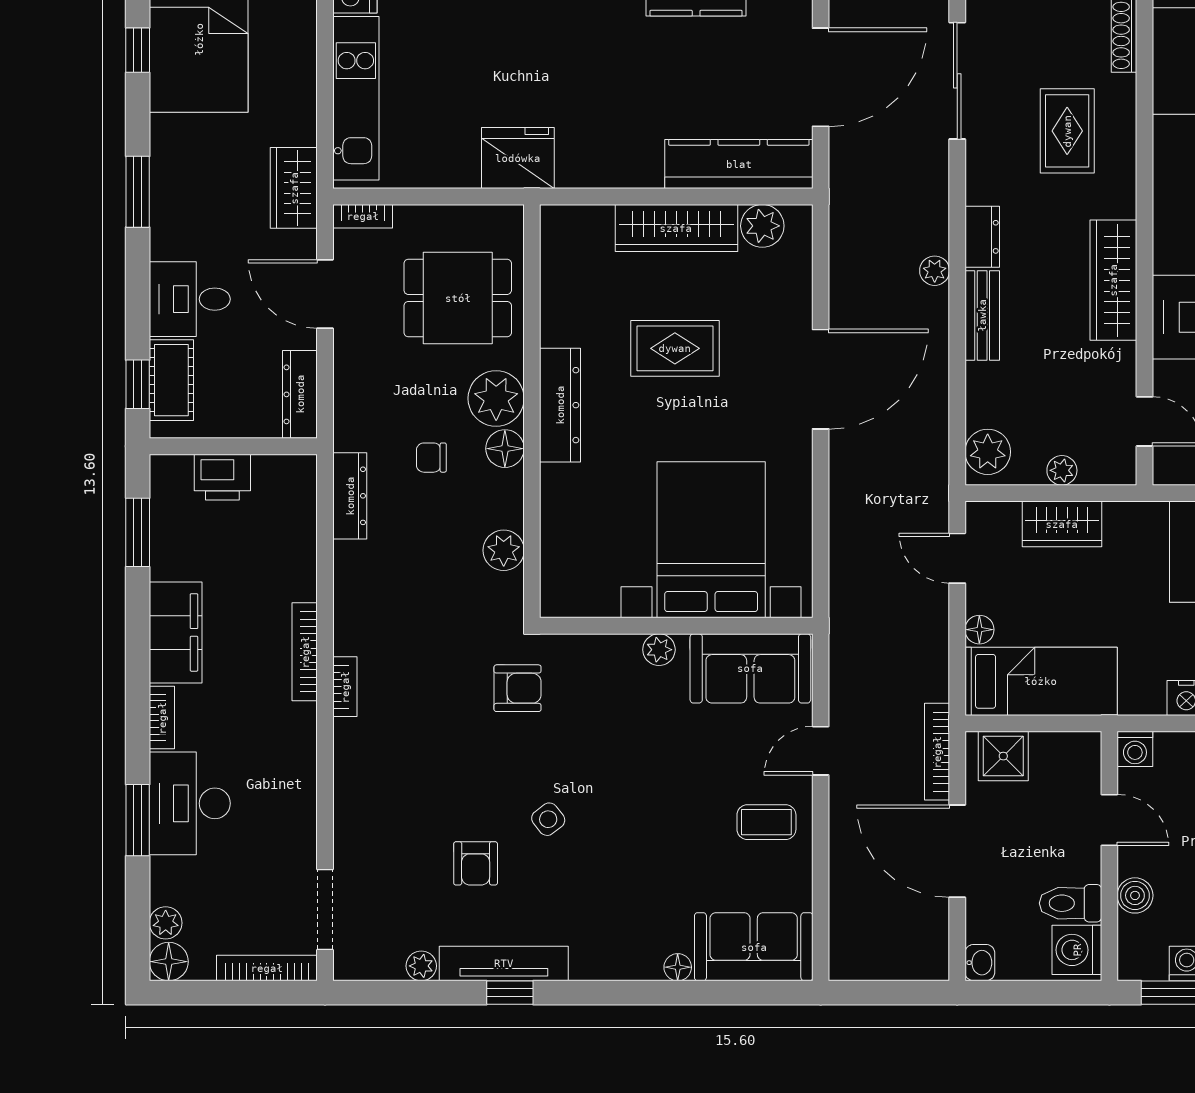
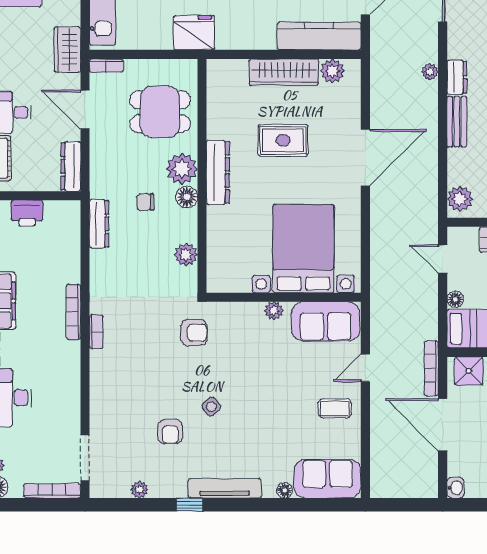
plant: (935, 271) -> (430, 72), moved
tv unit: (504, 963) -> (225, 488), moved

